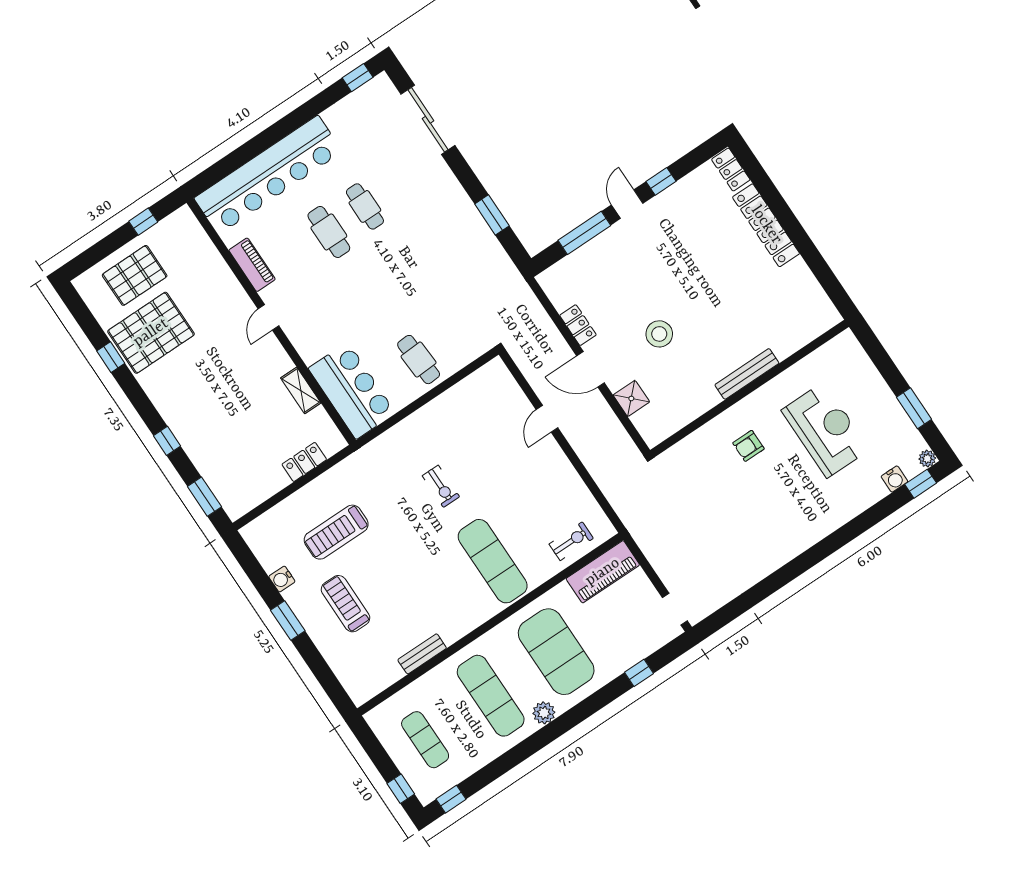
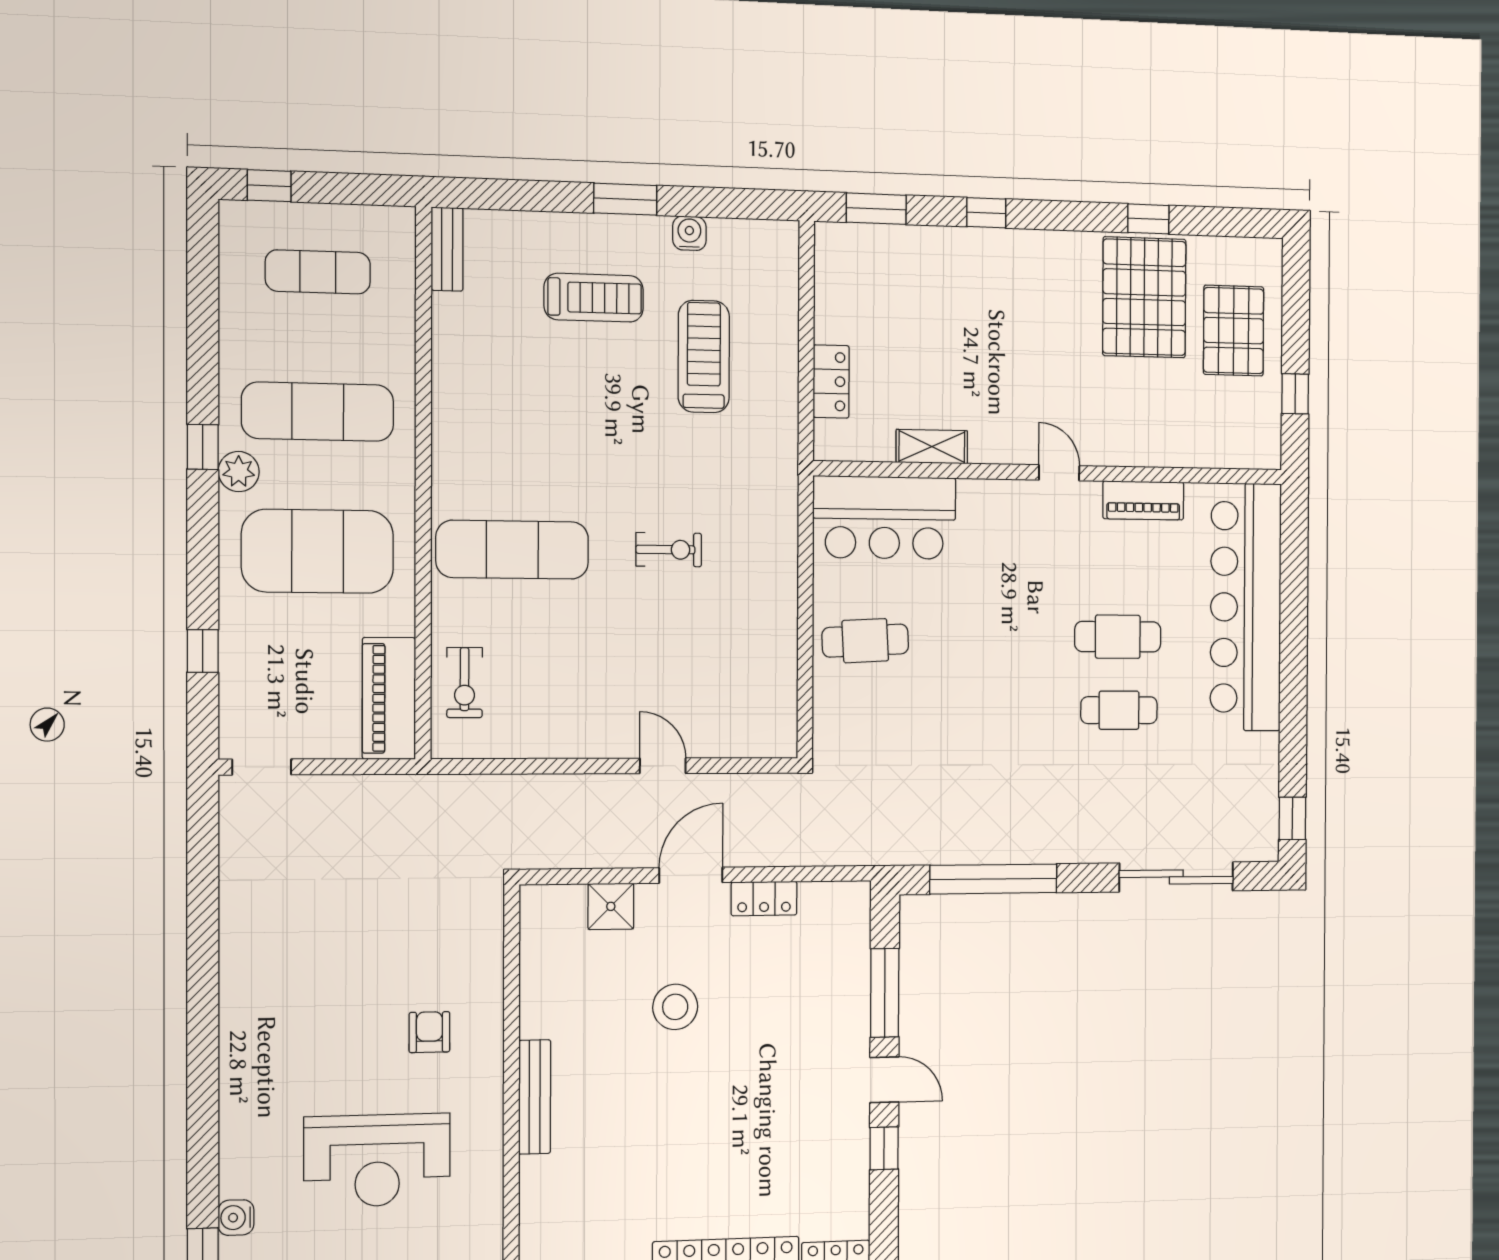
window: (492, 215) -> (993, 879), width x2.11
exercise bike: (441, 486) -> (669, 550), turned 180
bench: (422, 654) -> (447, 249), moved
window: (451, 799) -> (203, 447), moved

